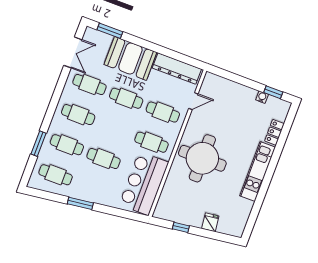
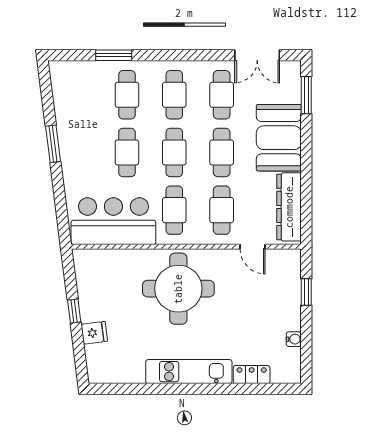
window: (273, 92) -> (306, 292), moved
cafe table: (56, 175) -> (174, 152), moved
window: (181, 227) -> (74, 311), moved

